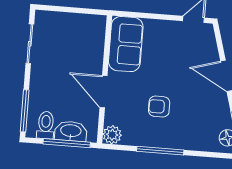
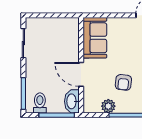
armchair: (159, 107) -> (123, 82), turned -84
washbasin: (71, 131) -> (72, 101), moved, turned -90
plant: (112, 135) -> (108, 106), moved

